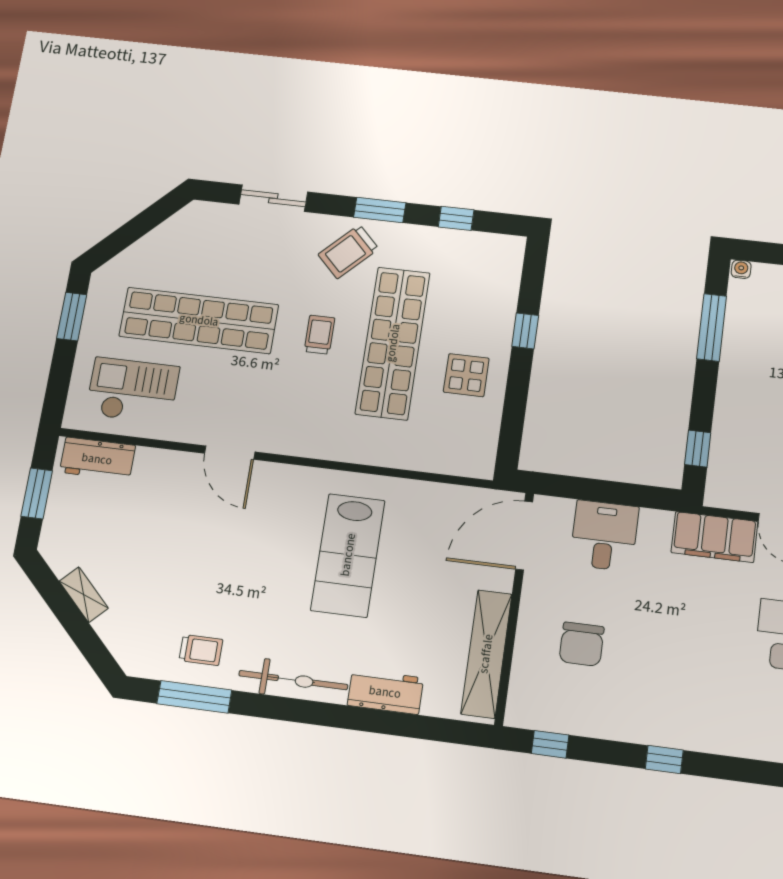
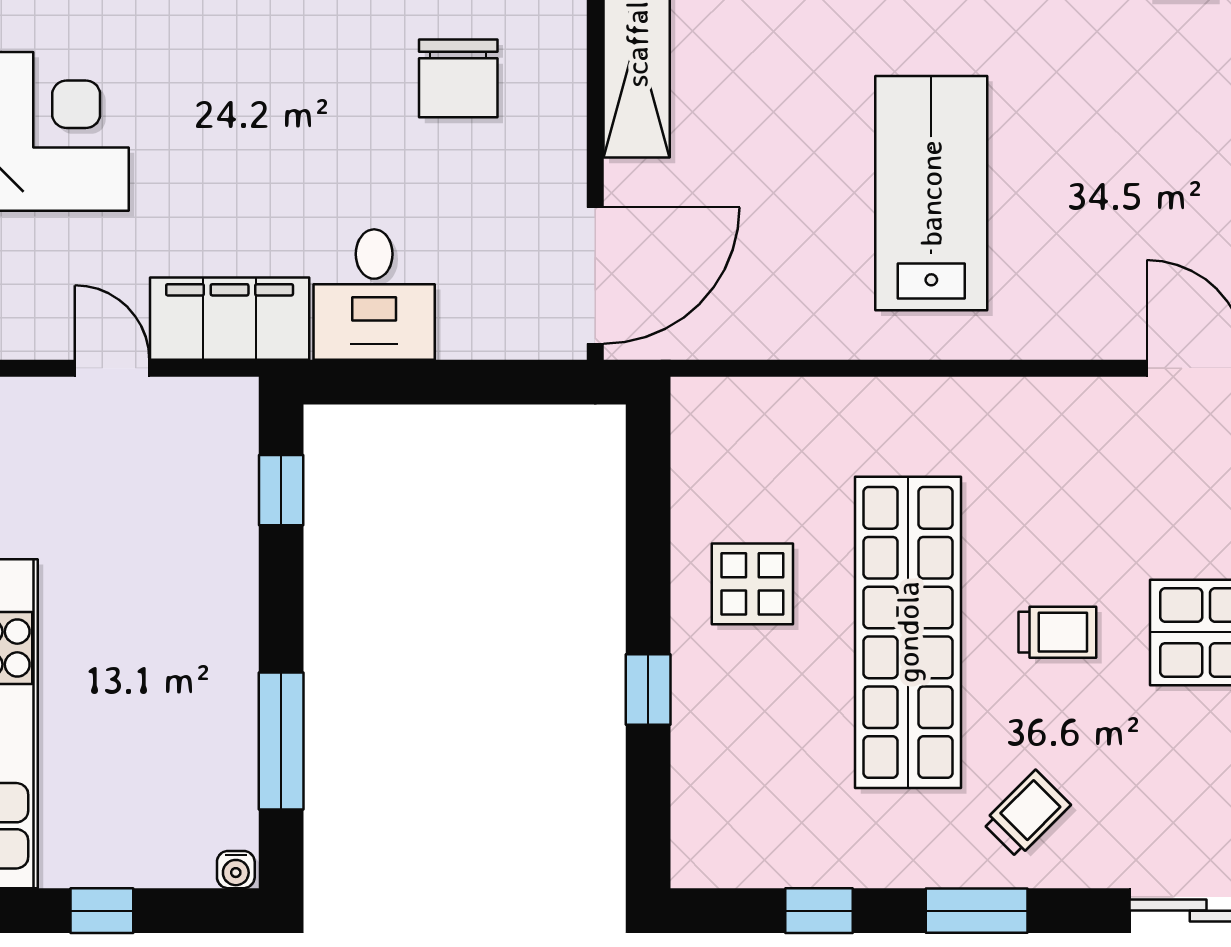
trolley: (348, 252) -> (1027, 814), width x0.73, depth x0.72
trolley: (319, 335) -> (1057, 632), turned -90
desk: (604, 536) -> (374, 295), moved
chair: (582, 644) -> (458, 78), turned 180

